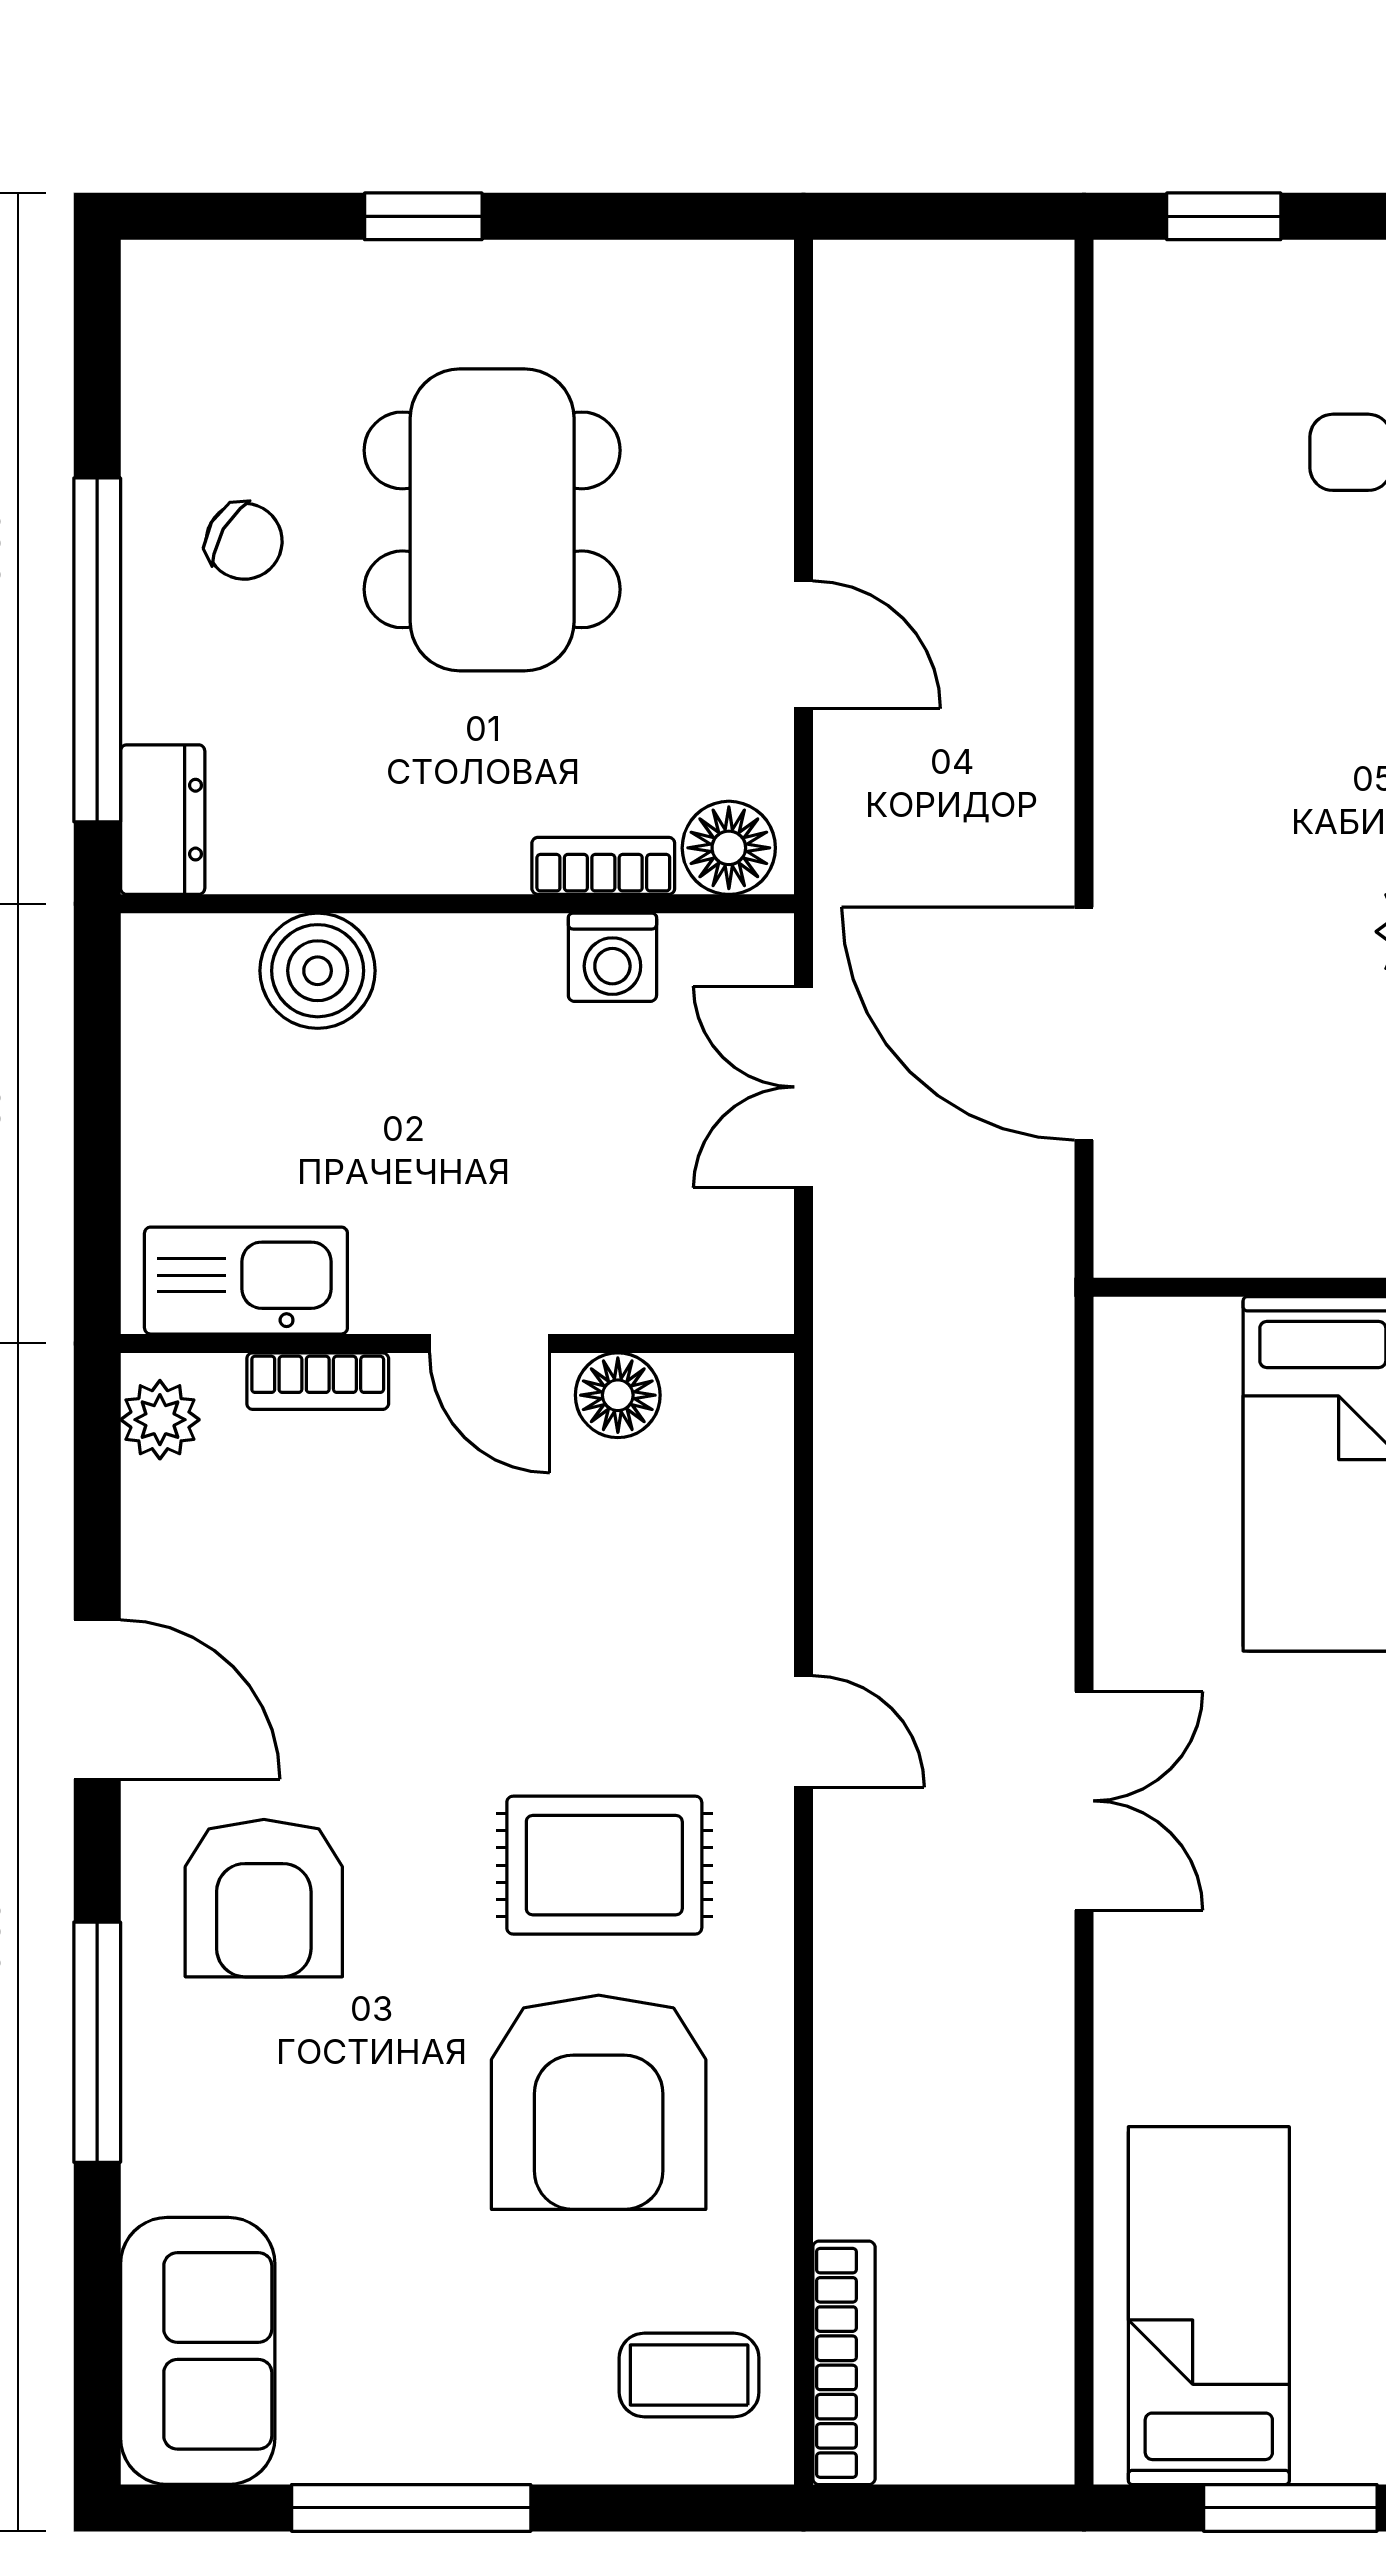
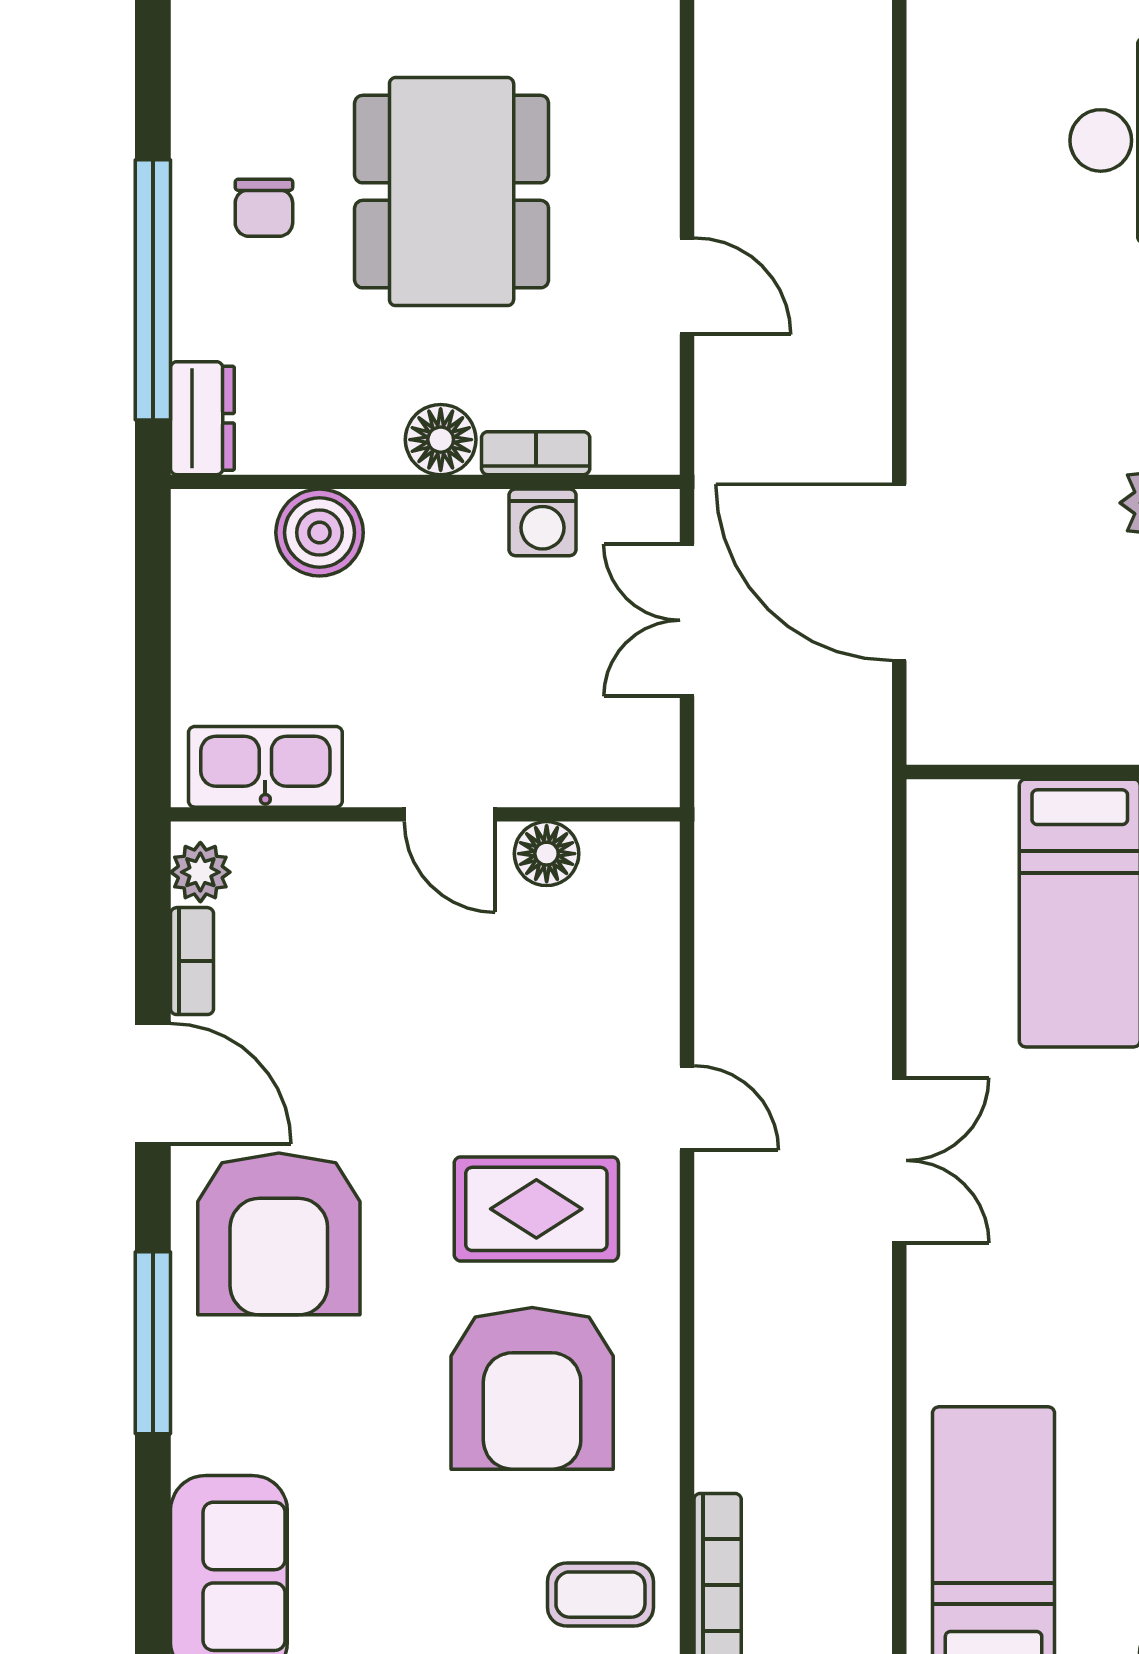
chair: (244, 541) -> (264, 208), turned 60
floor lamp: (729, 848) -> (441, 440), moved
bookcase: (318, 1381) -> (192, 961), moved, turned -90
armchair: (264, 1898) -> (279, 1234), width x1.36, depth x1.36

